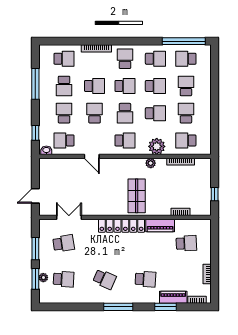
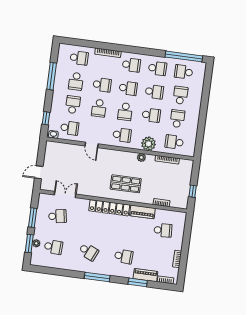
school desk: (125, 59) -> (131, 65), turned 90
school desk: (95, 113) -> (99, 108), turned 180
school desk: (64, 140) -> (70, 128), turned 180
shop shelf: (137, 196) -> (126, 184), turned 90

